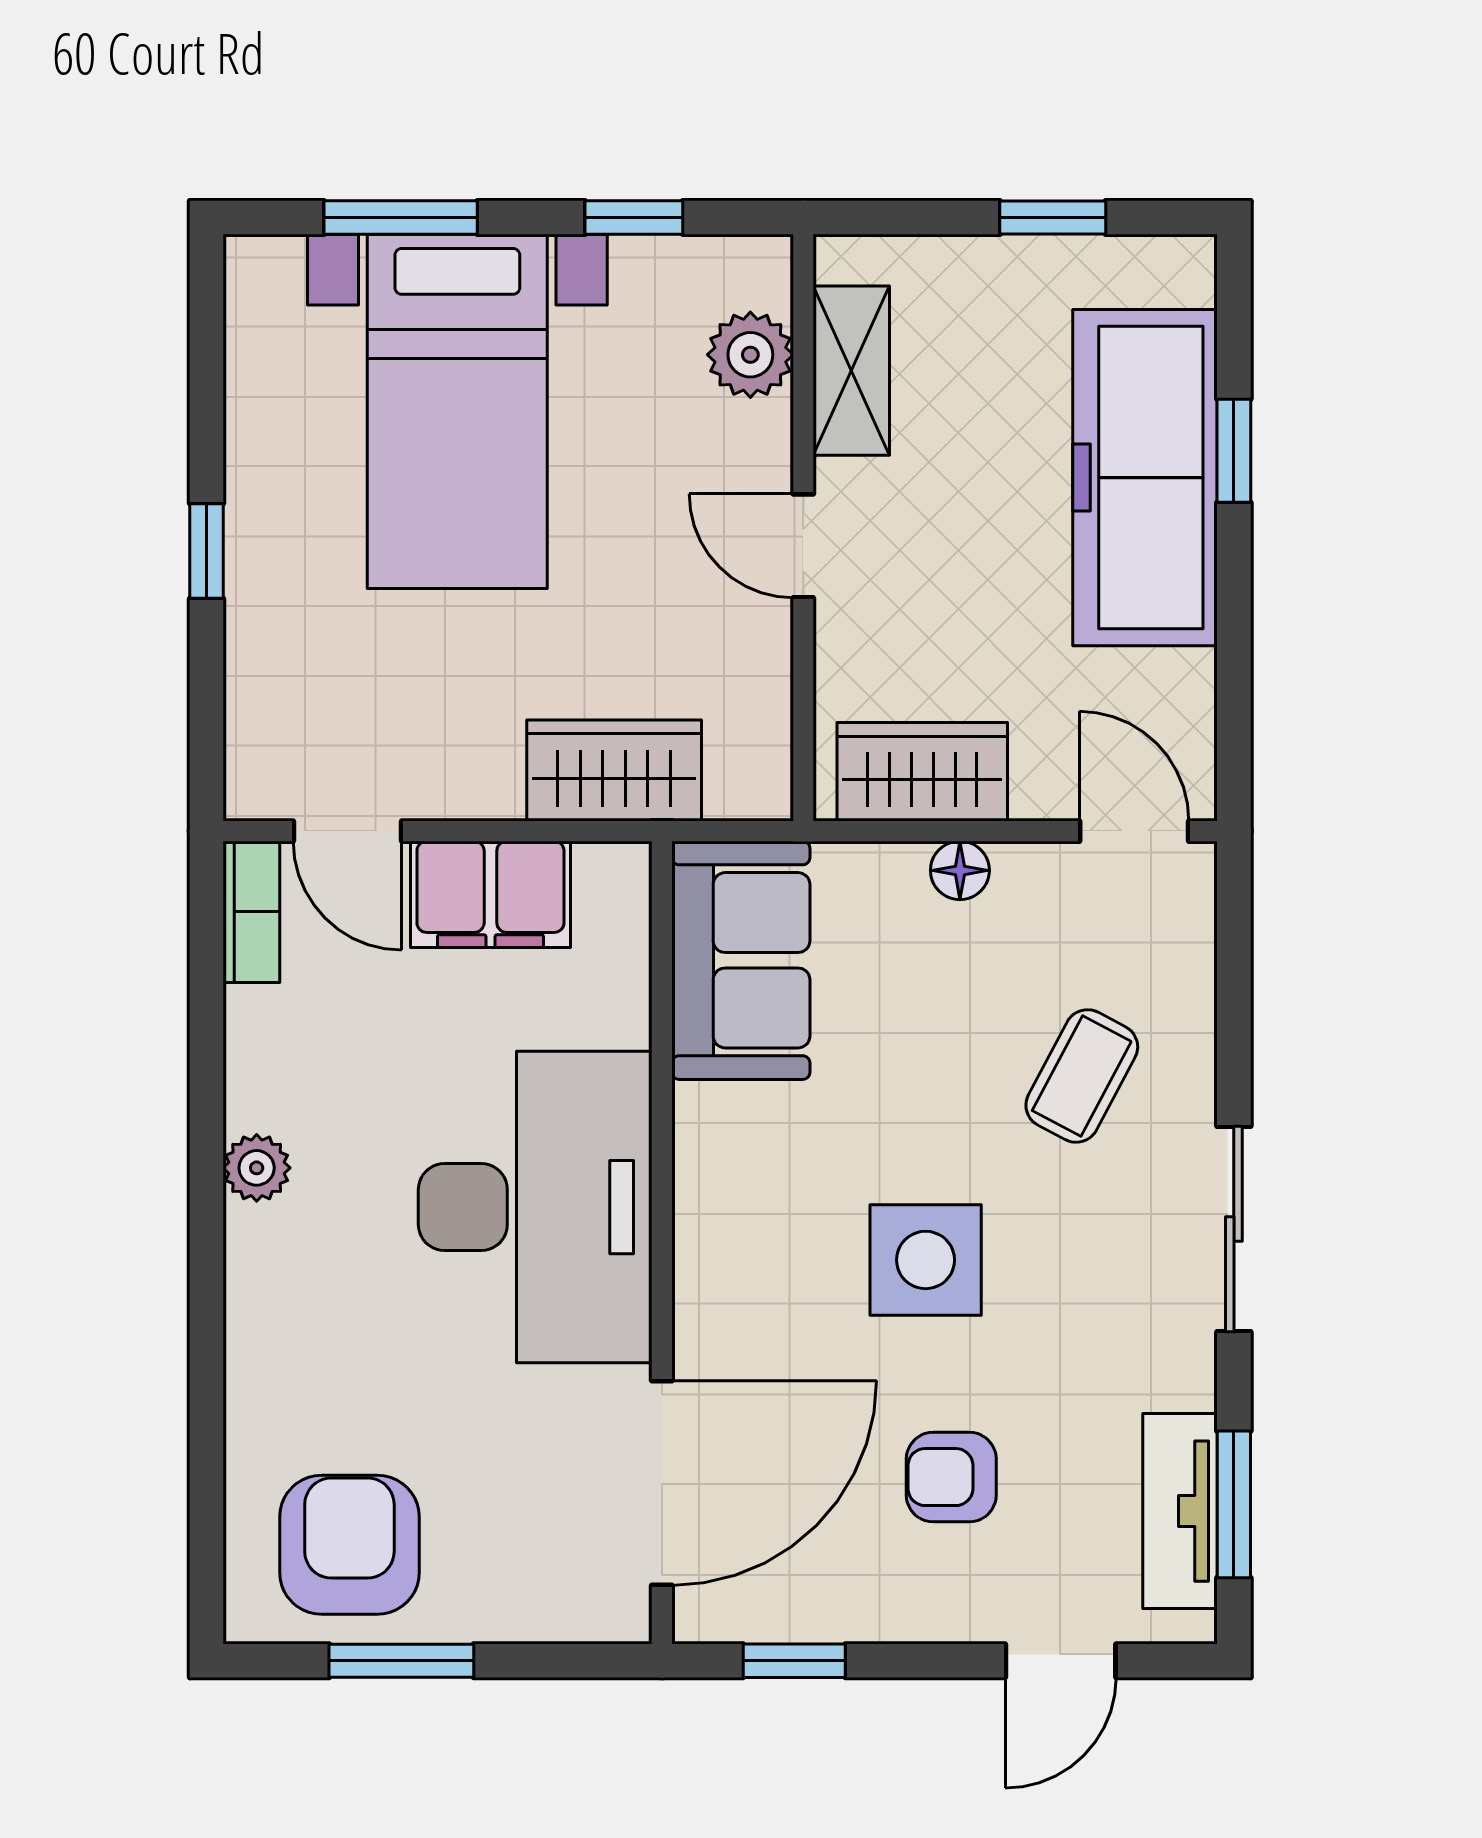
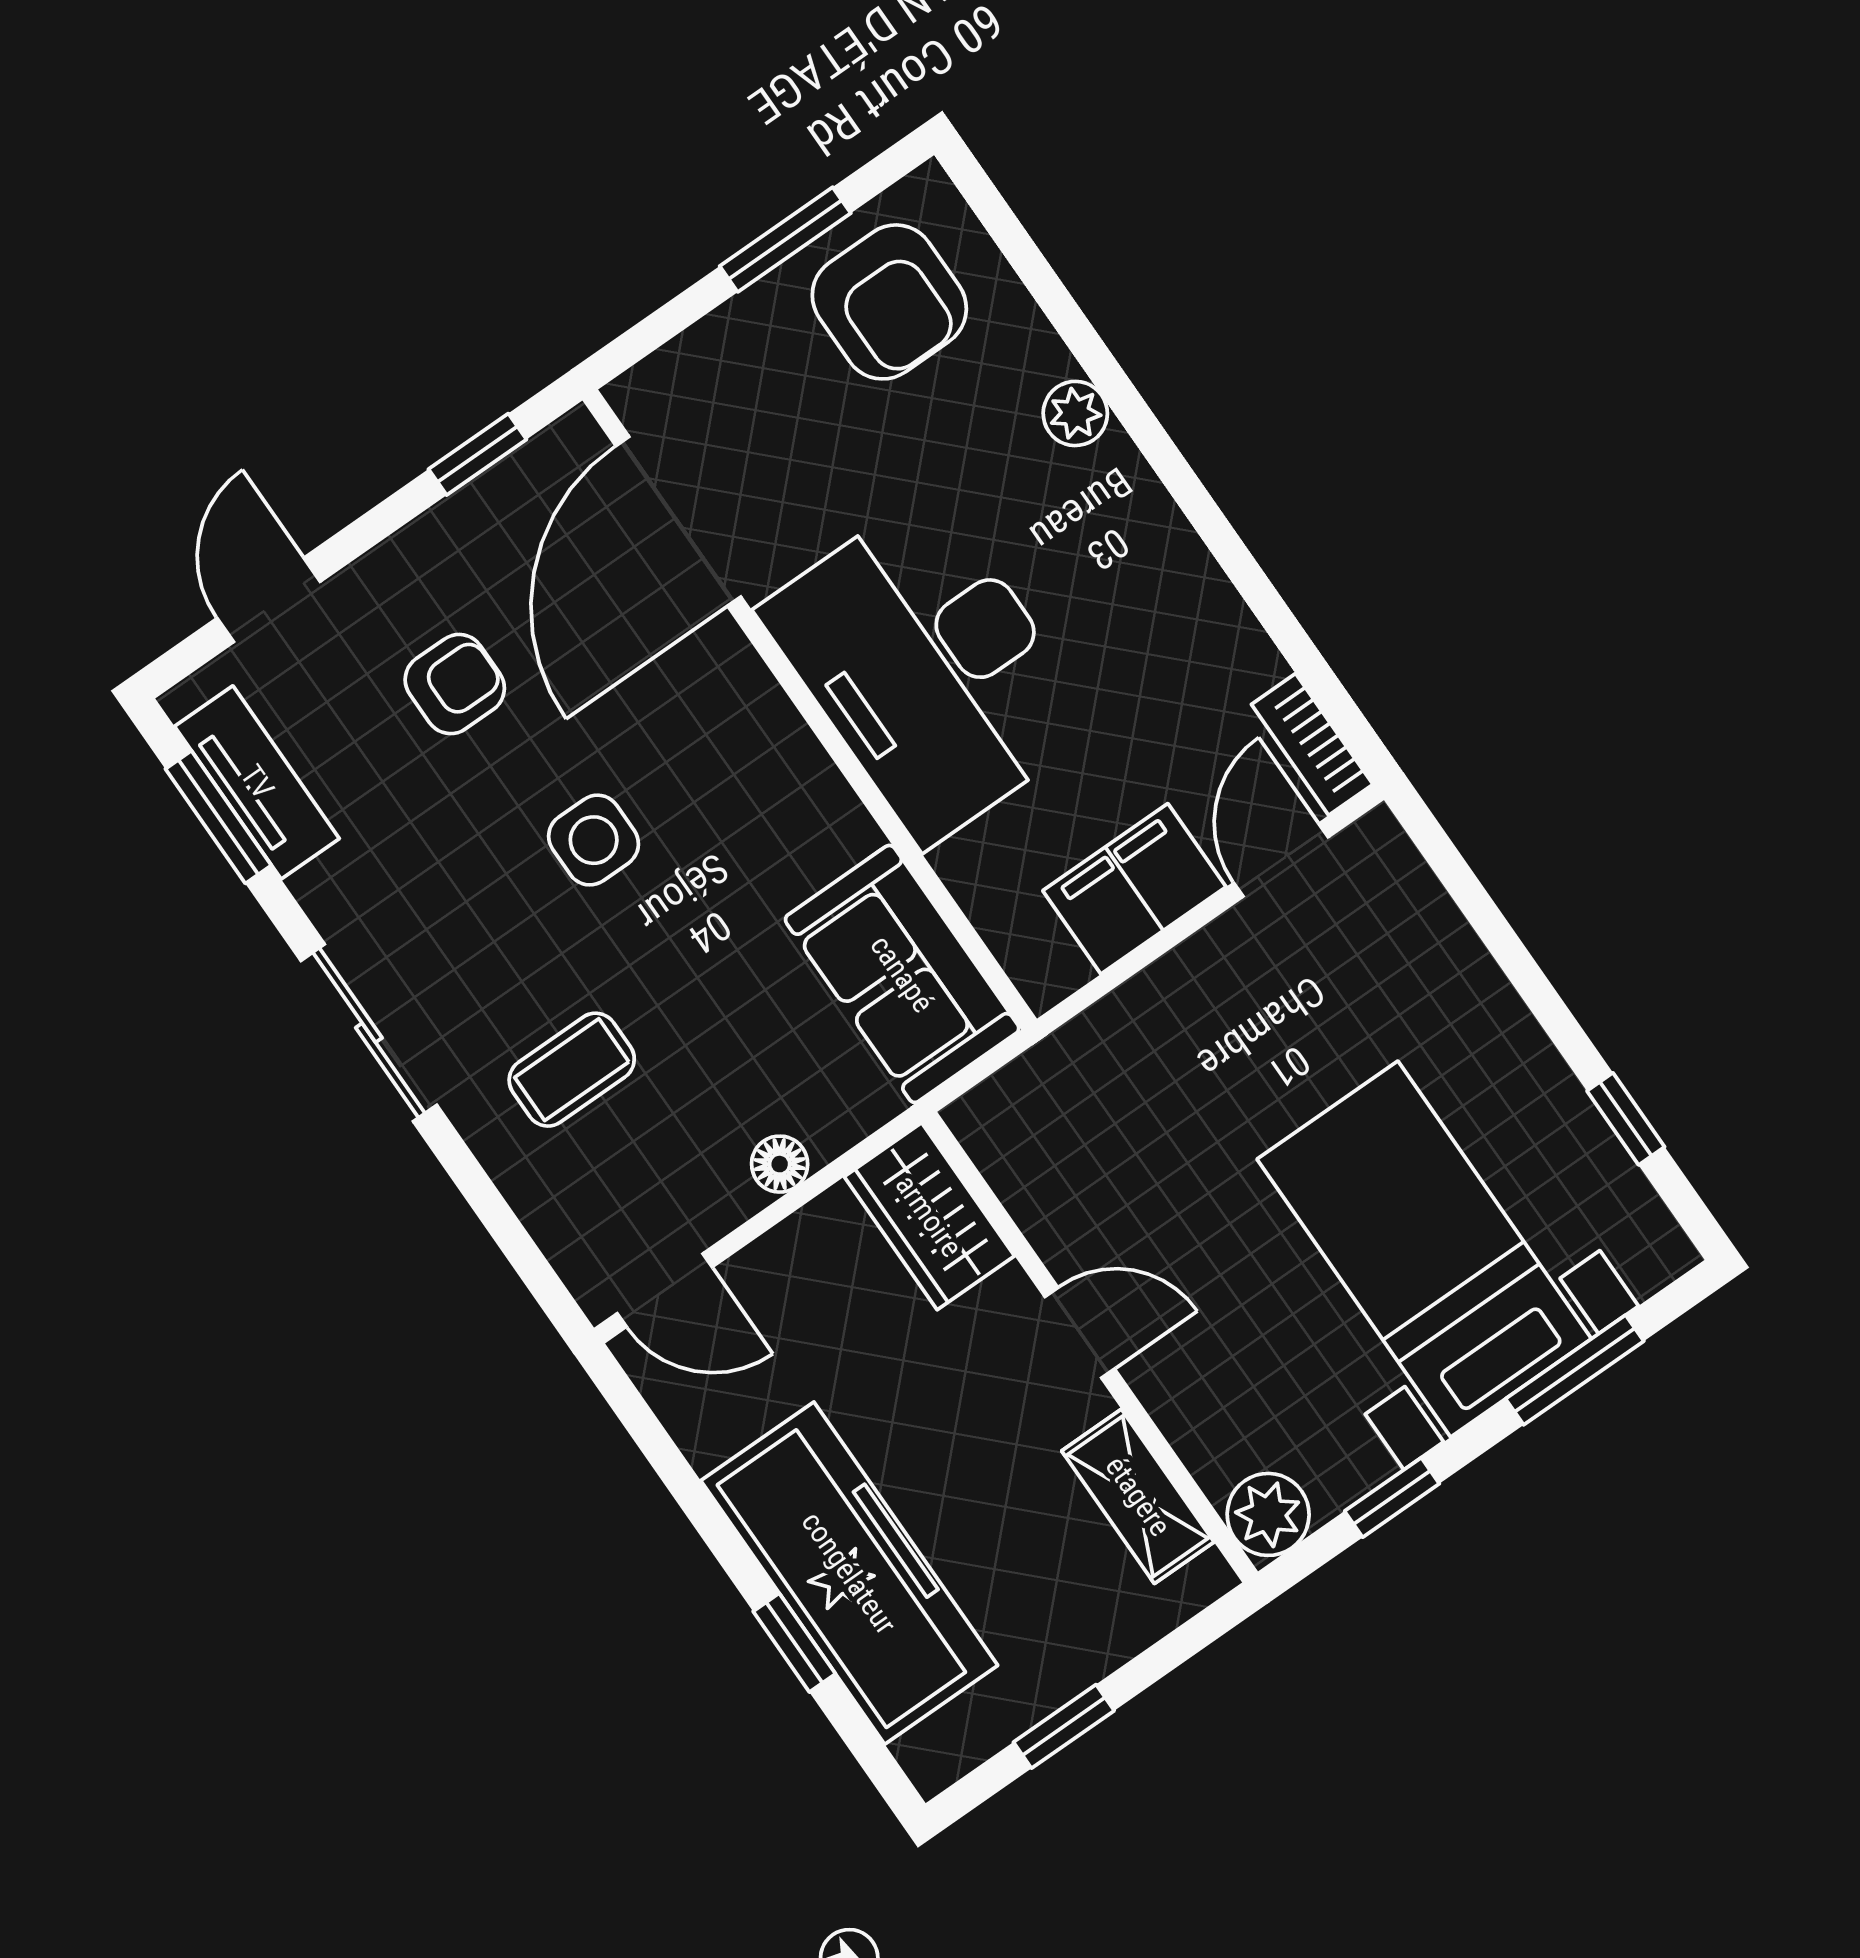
plant: (750, 355) -> (1268, 1514), moved
window: (206, 551) -> (1626, 1119), moved
wardrobe: (614, 770) -> (1105, 1053), removed
wardrobe: (922, 772) -> (929, 1216), moved, turned 90
door: (347, 831) -> (1281, 860), hinge flipped
coffee table: (1082, 1076) -> (572, 1070), turned 62
plant: (257, 1168) -> (1075, 413), moved
side table: (926, 1260) -> (594, 840), width x0.73, depth x0.73

